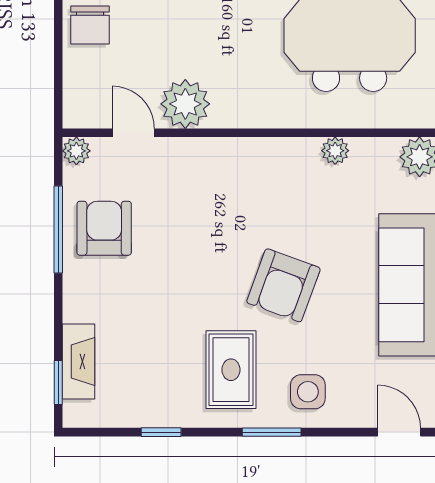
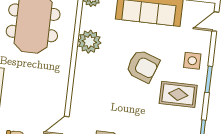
plant: (185, 104) -> (55, 101), removed
plant: (335, 151) -> (89, 42), width x1.88, depth x1.88

